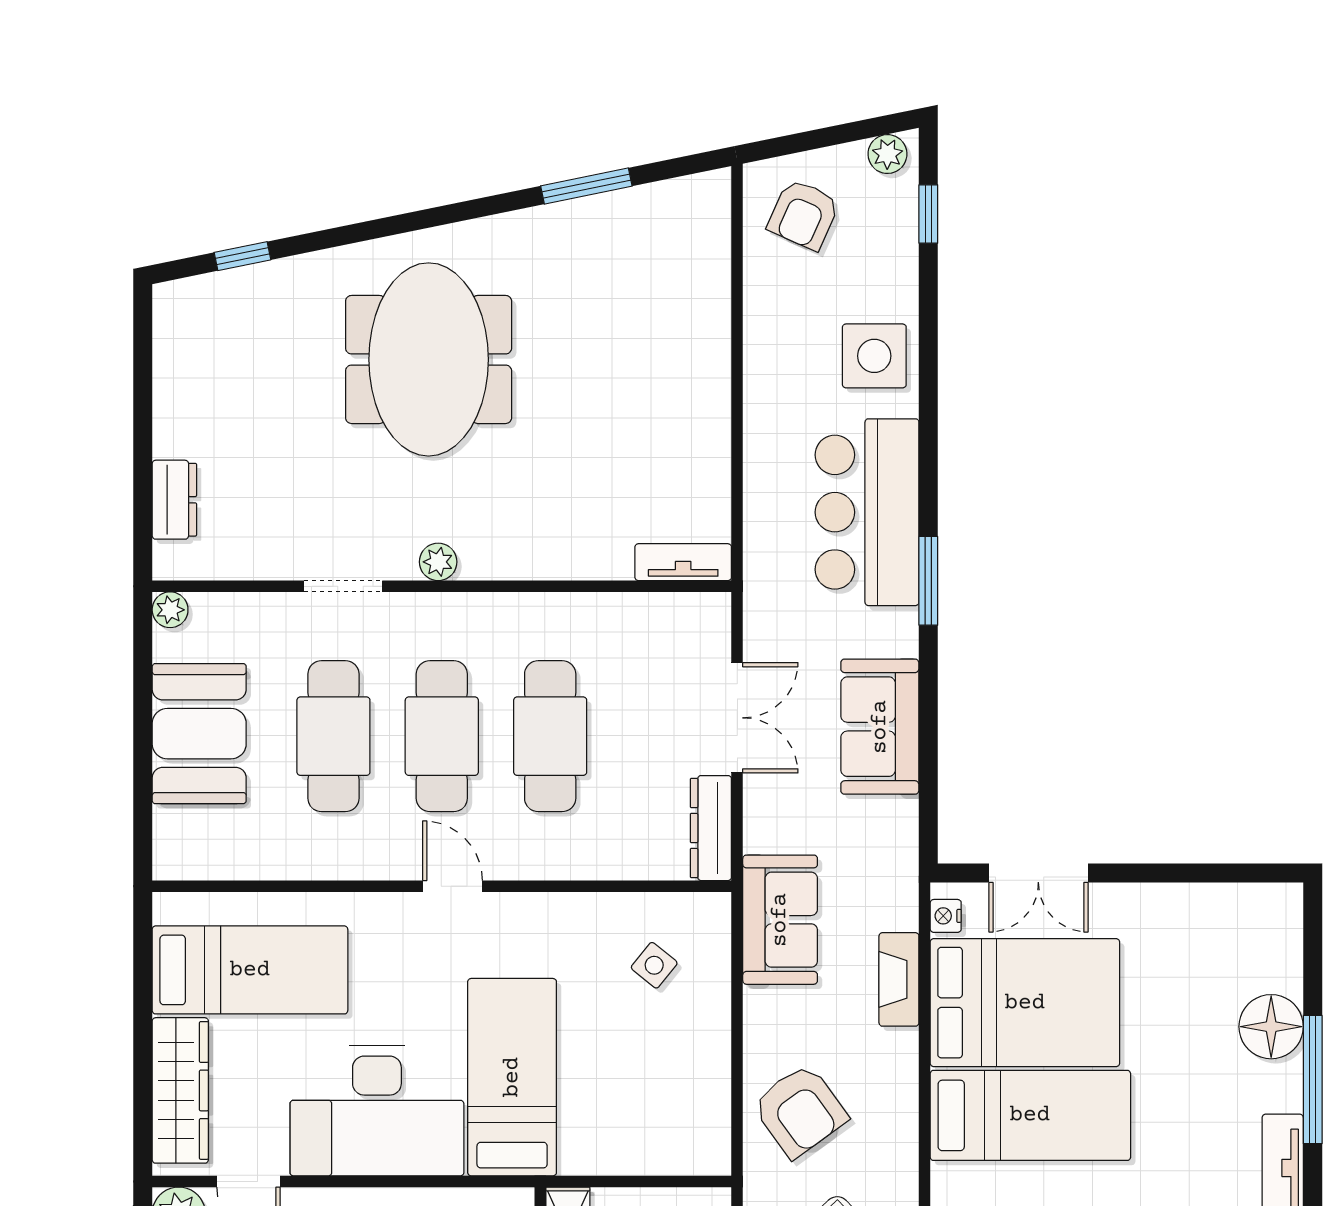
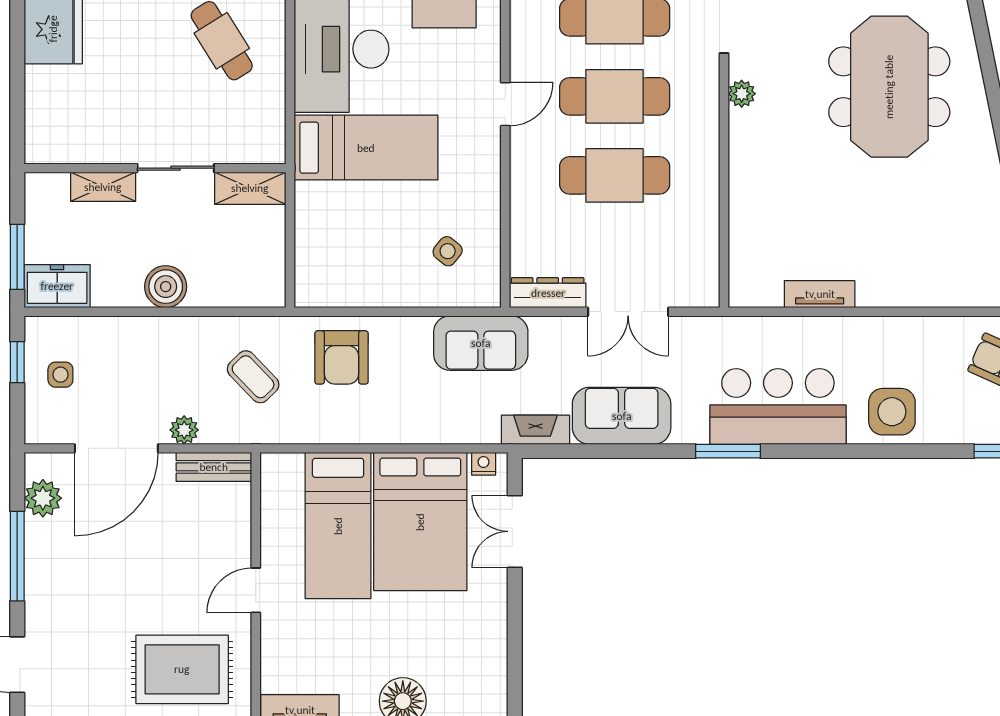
meeting table: (429, 359) -> (889, 87), turned 90
tv unit: (683, 562) -> (820, 294), moved, turned -90
fireplace: (899, 979) -> (535, 430), moved
armchair: (800, 1111) -> (341, 357), turned -54

